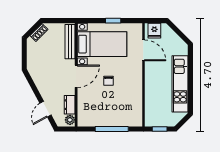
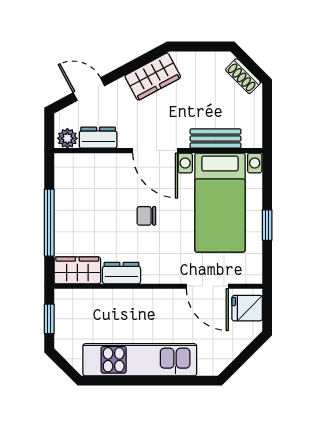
bench: (70, 42) -> (215, 139), width x0.73
door: (143, 50) -> (207, 286), hinge flipped
wardrobe: (39, 77) -> (153, 77), added
dresser: (137, 93) -> (122, 273), added
wardrobe: (136, 115) -> (77, 270), added

